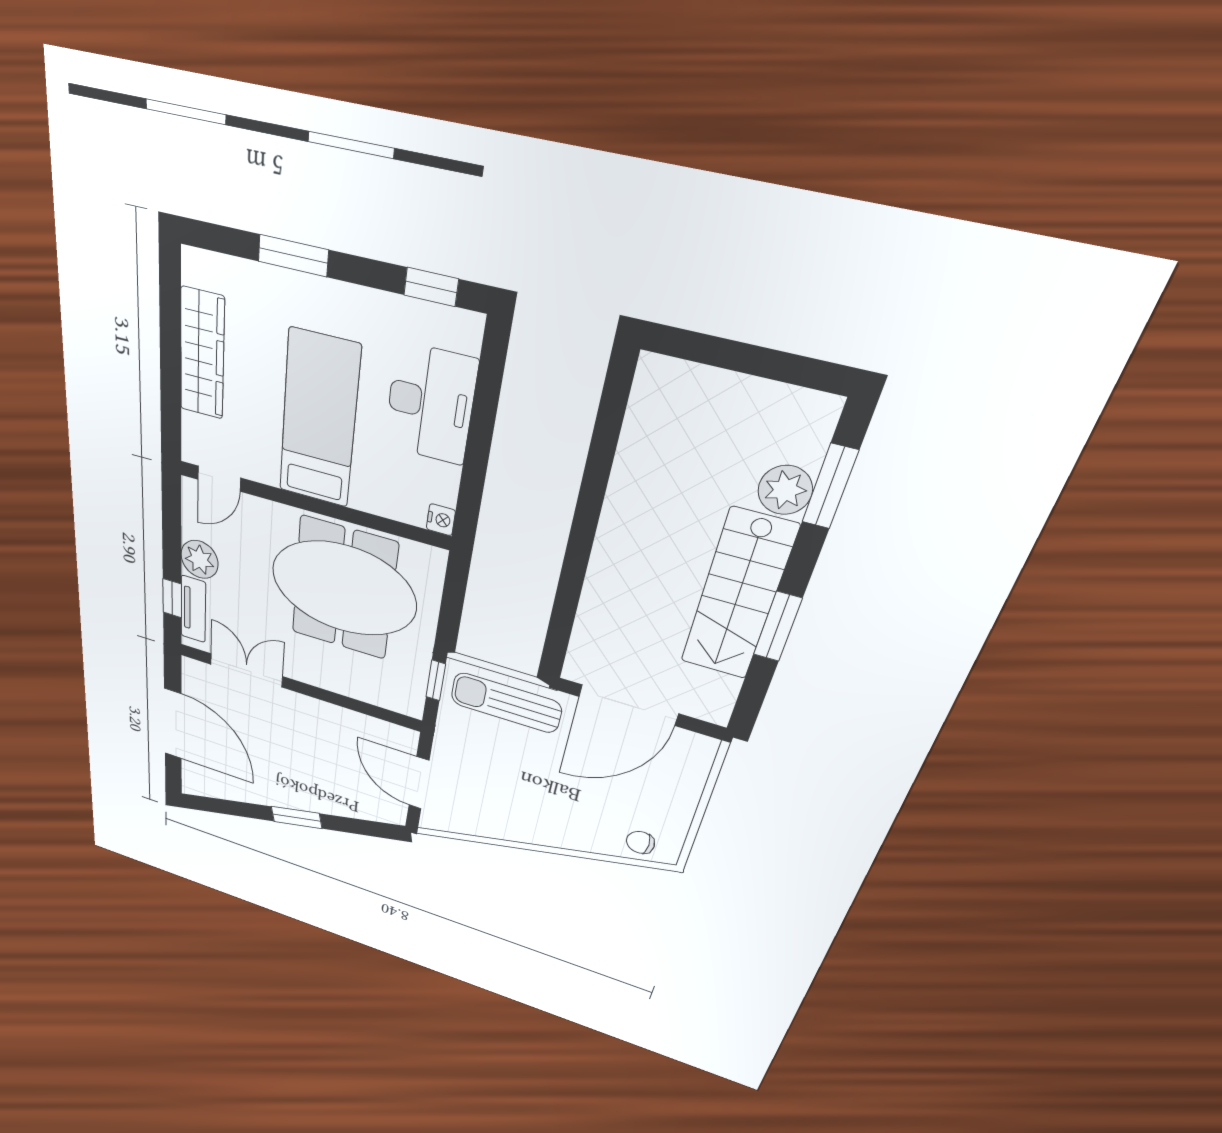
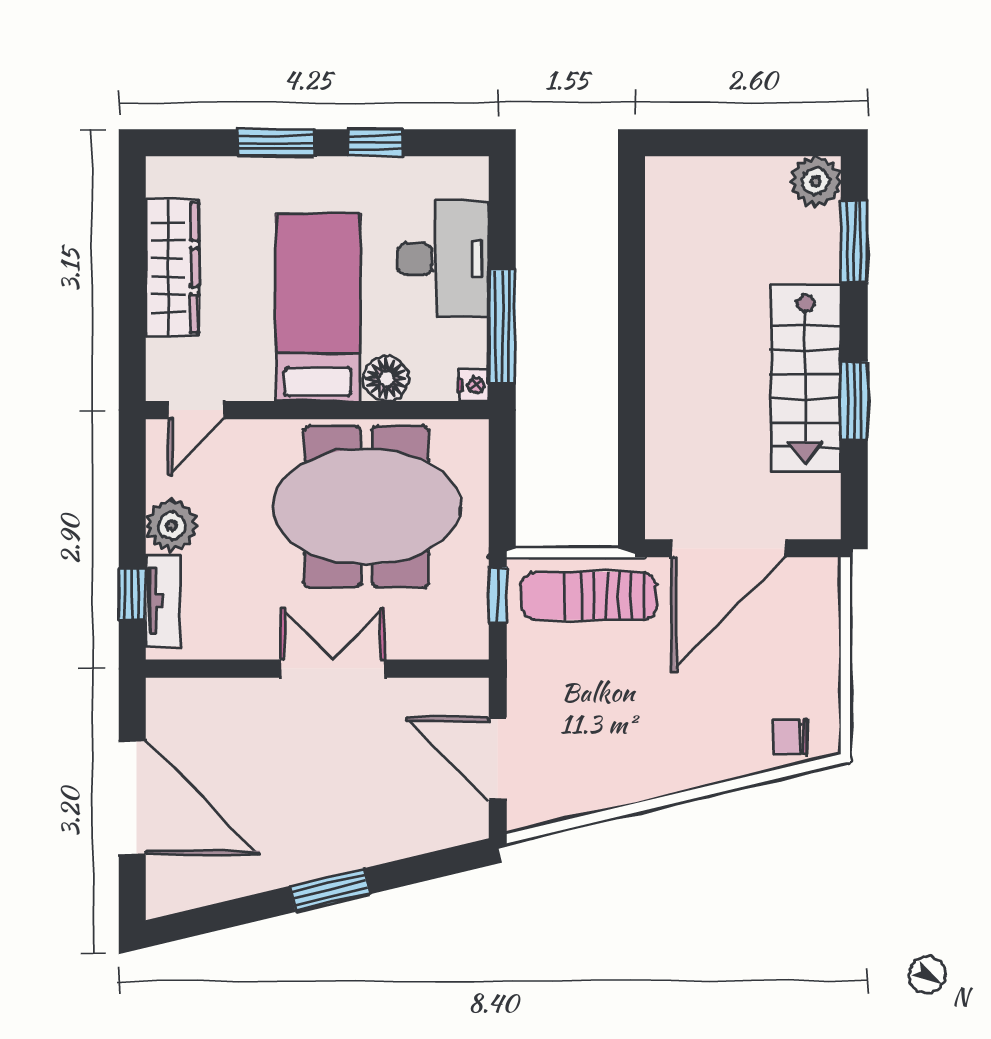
window: (431, 287) -> (376, 143), moved
window: (473, 477) -> (502, 326), added
plant: (785, 490) -> (816, 181), moved
floor lamp: (369, 495) -> (386, 379), added
double door: (246, 670) -> (332, 669), moved

